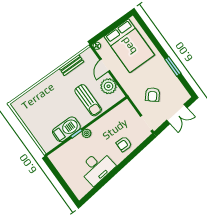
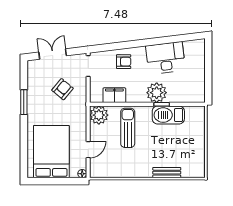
bench: (71, 65) -> (167, 173), moved
plant: (108, 86) -> (99, 115), moved
filing cabinet: (114, 116) -> (114, 95), added
plant: (87, 133) -> (157, 93), width x1.88, depth x1.88

